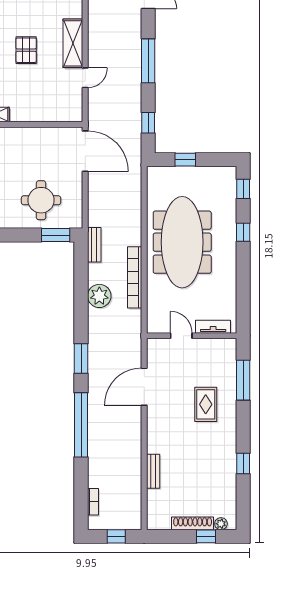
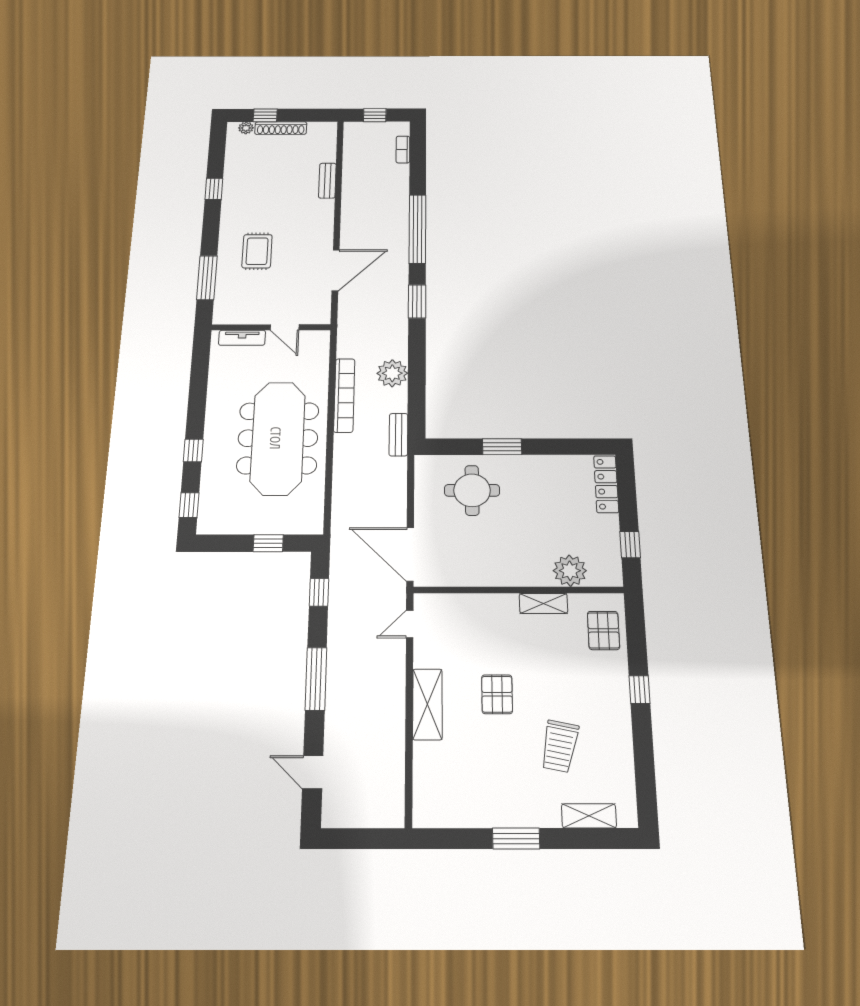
door: (85, 78) -> (410, 624), moved
window: (56, 235) -> (502, 447), moved

